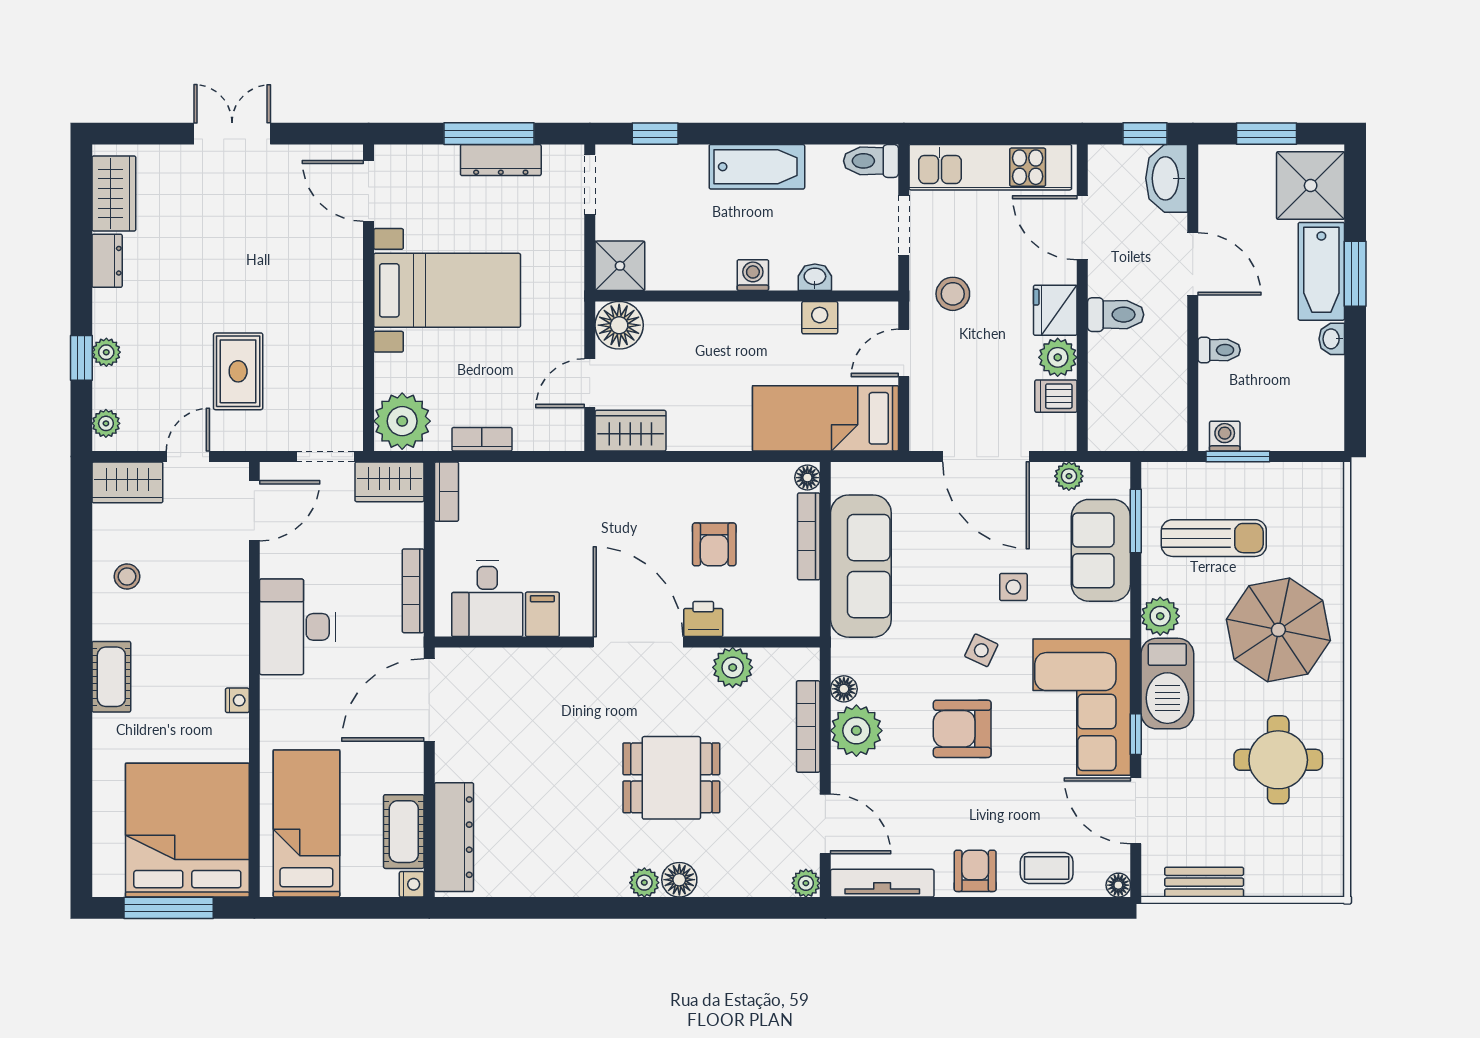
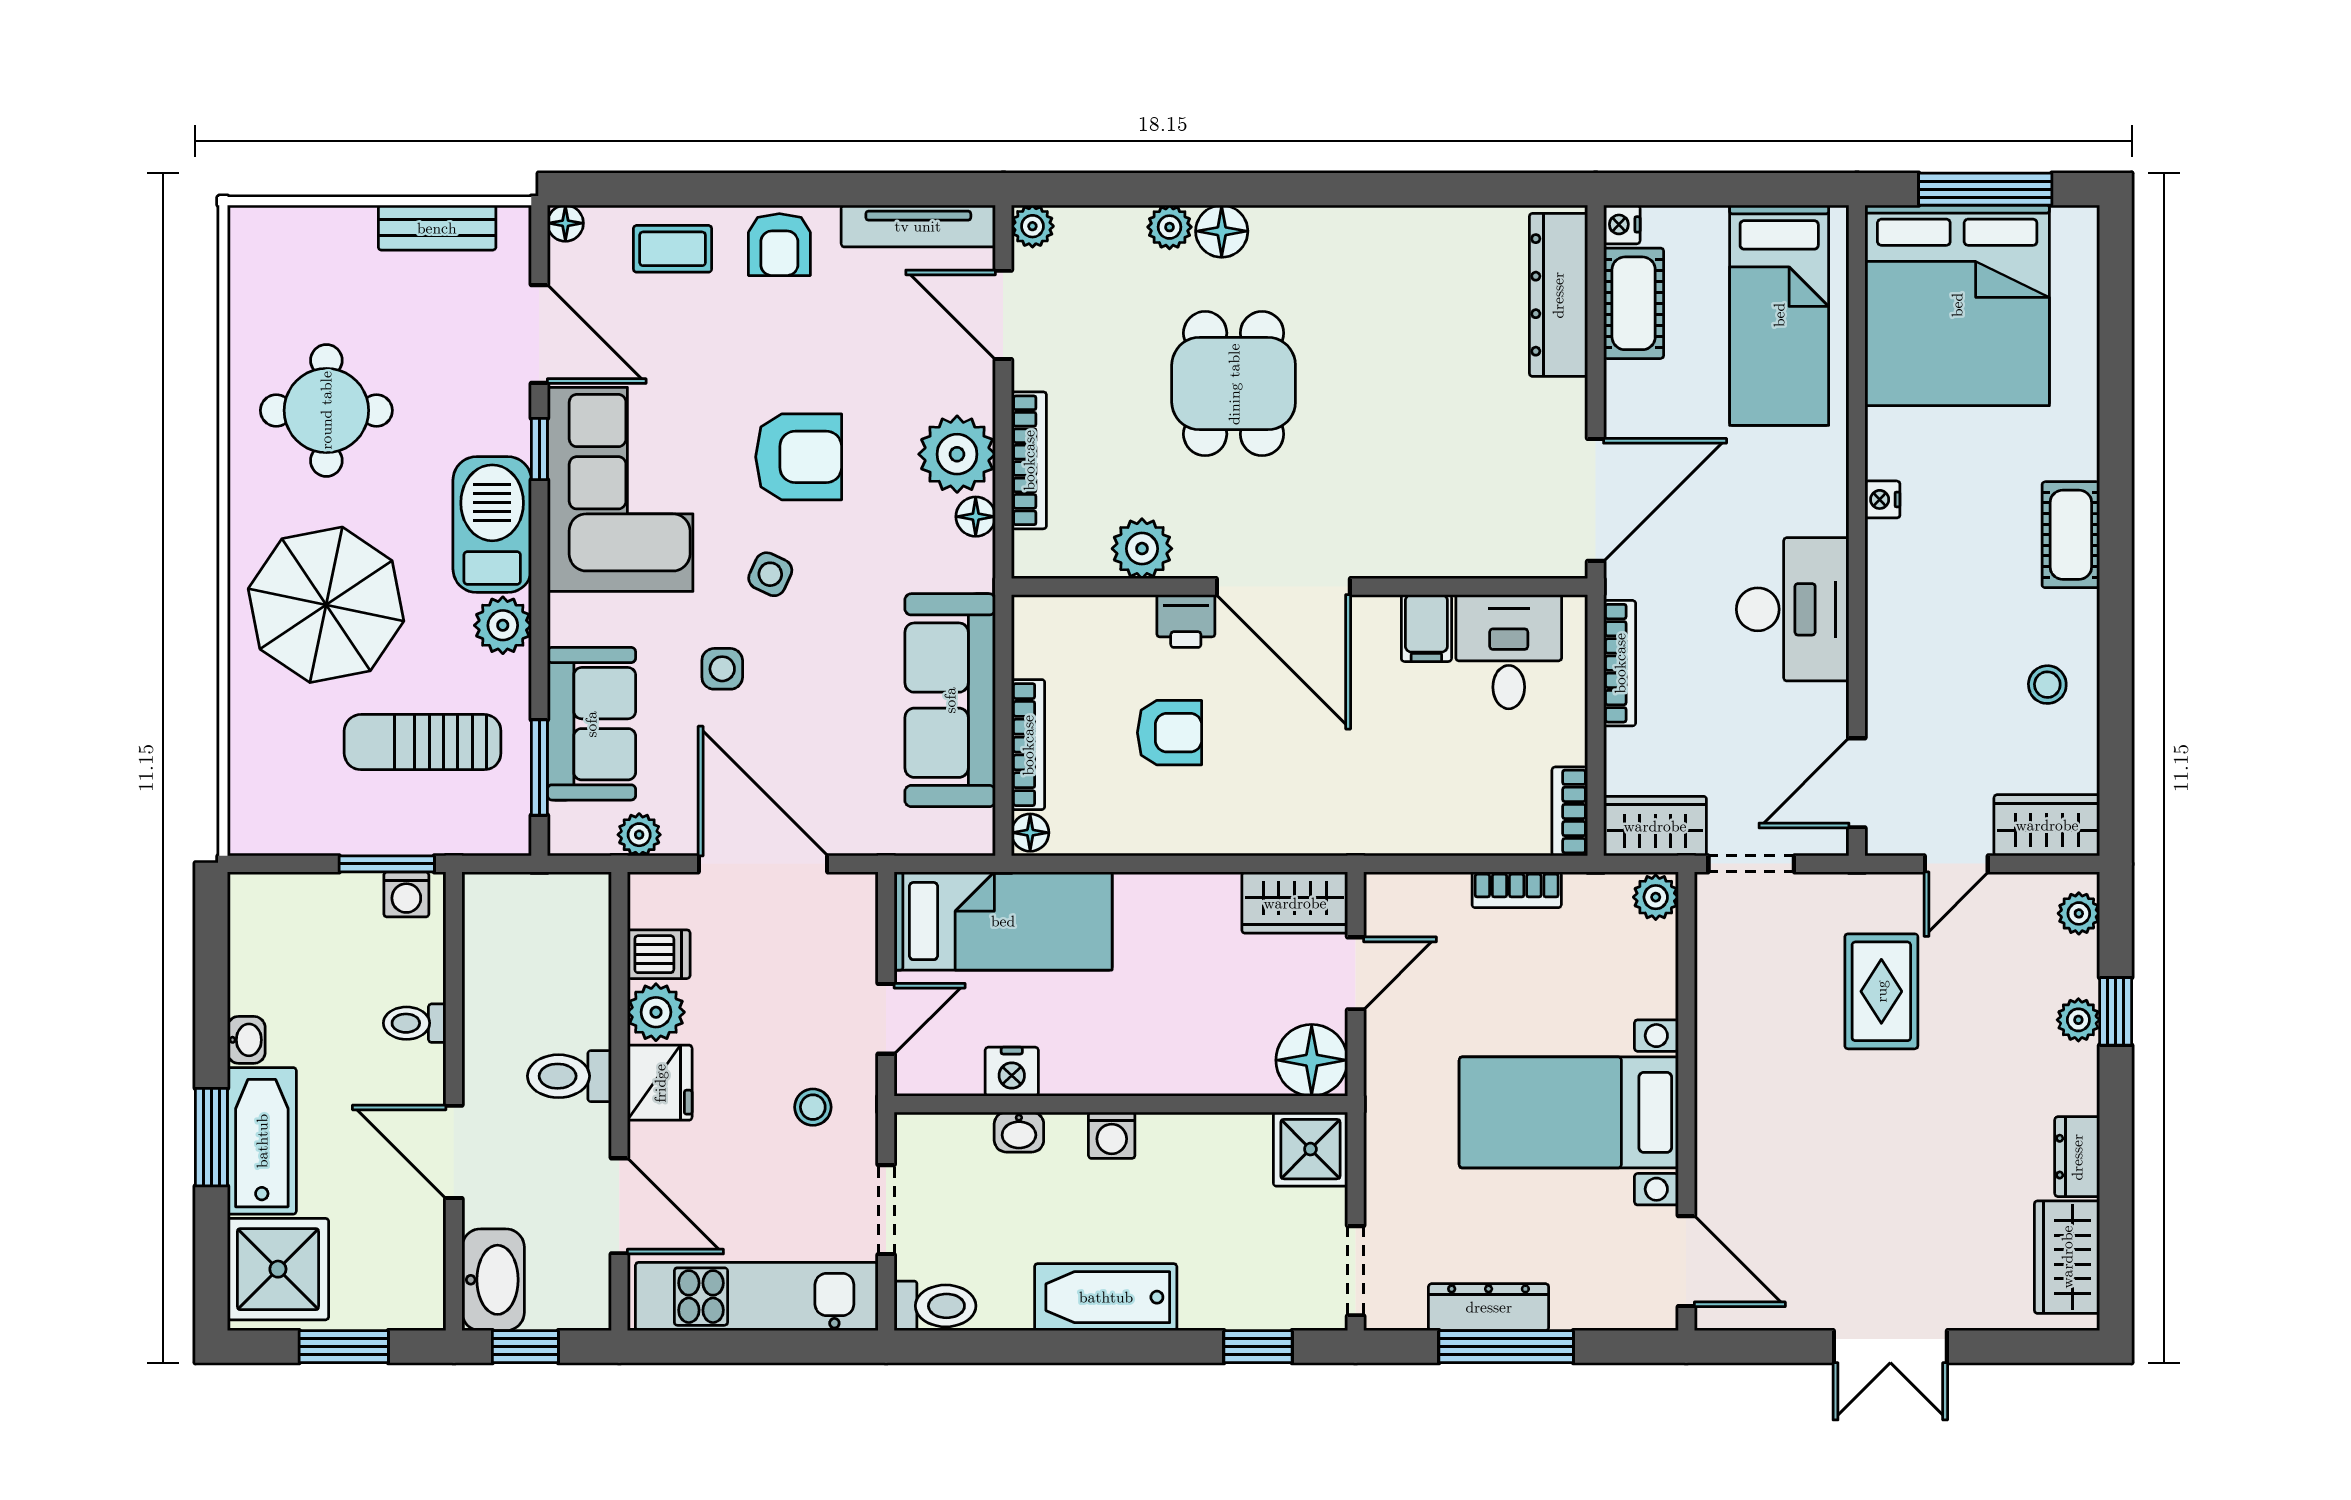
stool: (953, 294) -> (813, 1107), width x0.73, depth x0.73
plant: (402, 421) -> (1656, 897), width x0.53, depth x0.53
armchair: (714, 544) -> (1169, 733), turned 90
dining table: (671, 778) -> (1234, 384), turned 90
plant: (644, 883) -> (1170, 227), moved

